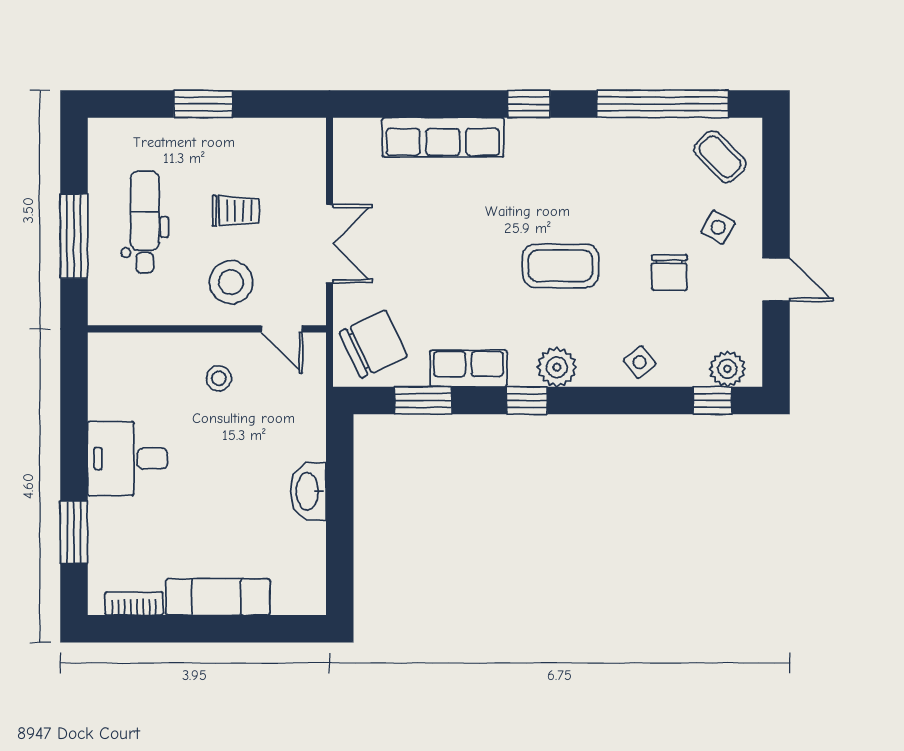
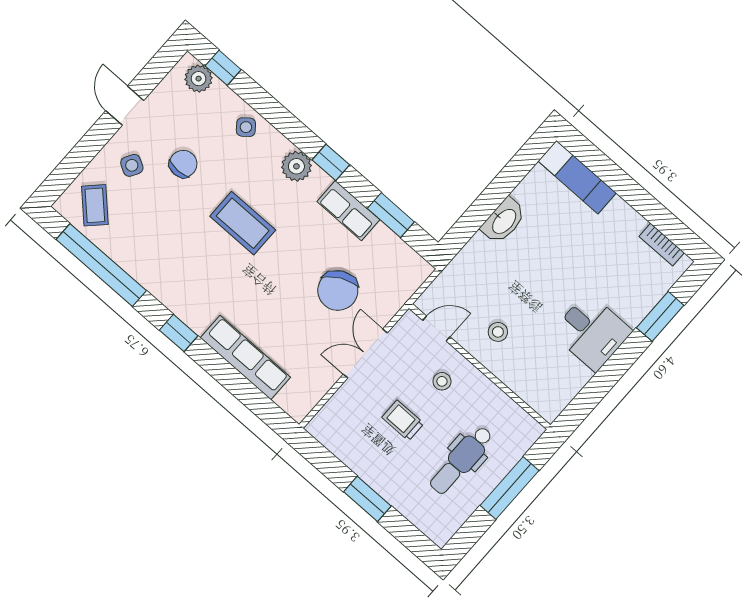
stool: (231, 282) -> (442, 381), width x0.53, depth x0.53
door: (282, 329) -> (436, 329), hinge flipped
chair: (373, 344) -> (338, 290), moved, turned -92
exam couch: (218, 597) -> (577, 177), moved

